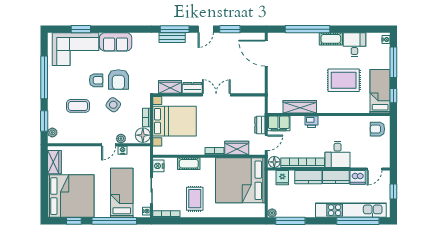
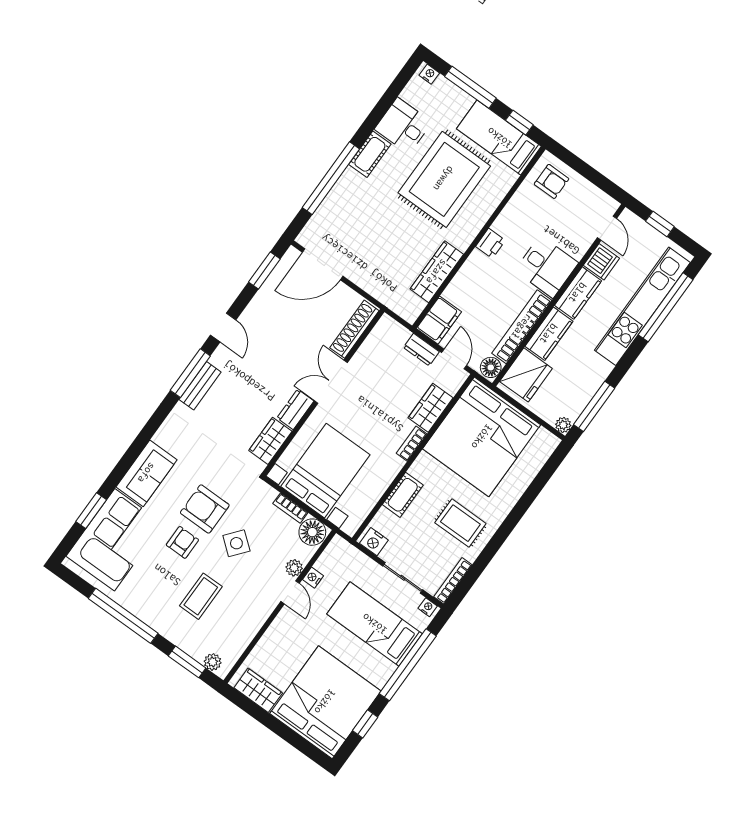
window: (230, 29) -> (264, 270), moved
armchair: (118, 80) -> (205, 509), turned 180
rug: (344, 80) -> (444, 179), width x1.37, depth x1.44
shoe rack: (247, 88) -> (354, 329), added
printer: (311, 122) -> (490, 243), moved
armchair: (377, 129) -> (552, 181), turned -90
fridge: (282, 178) -> (526, 375), width x1.88, depth x1.34

